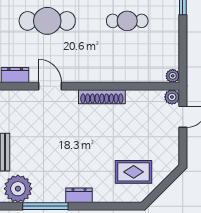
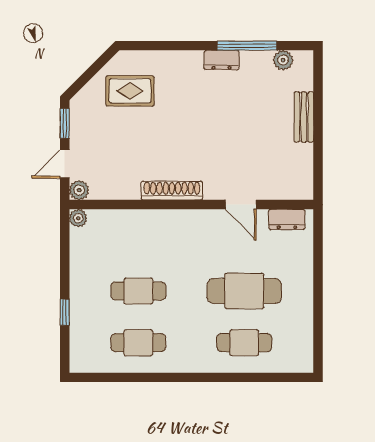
window: (183, 147) -> (65, 123), added
plant: (18, 189) -> (283, 60), width x0.53, depth x0.53
dresser: (79, 195) -> (222, 60), moved

